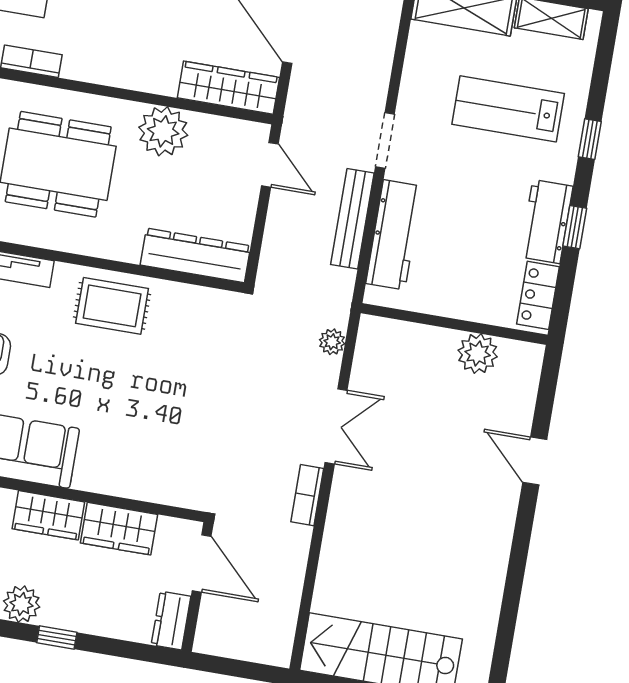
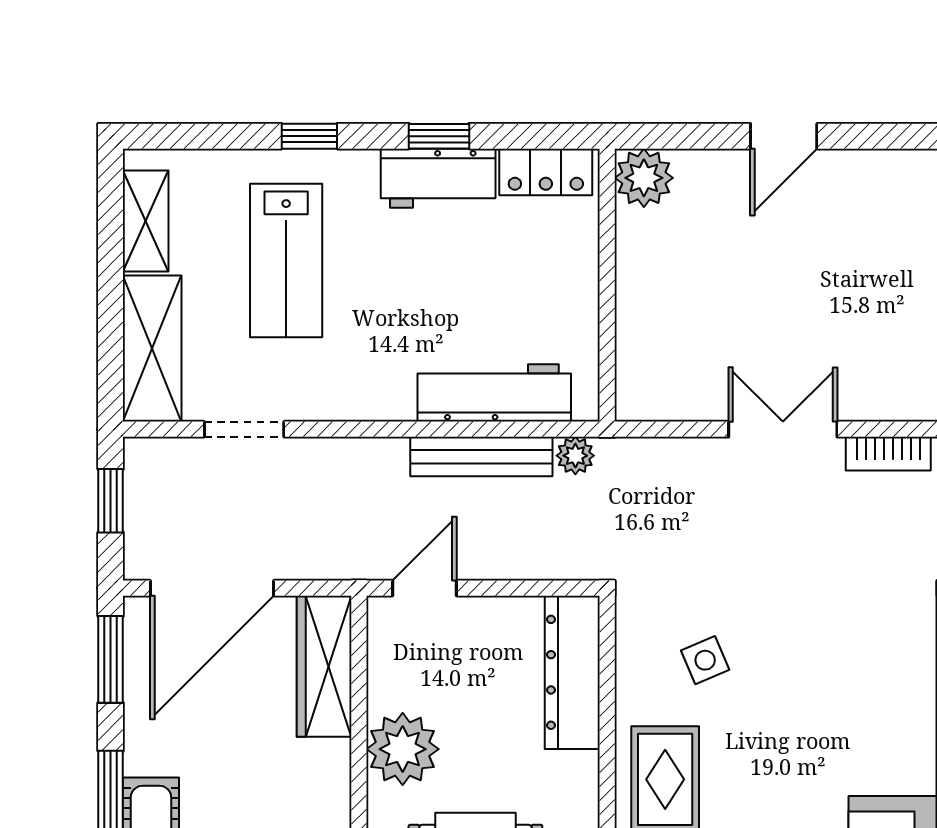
doorway: (385, 140) -> (244, 429), moved
plant: (332, 342) -> (575, 456), moved
side table: (188, 347) -> (705, 660), added
plant: (478, 354) -> (644, 178), moved

